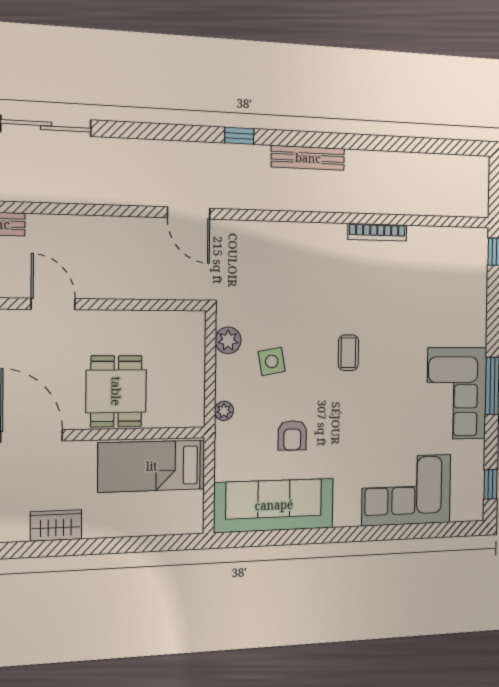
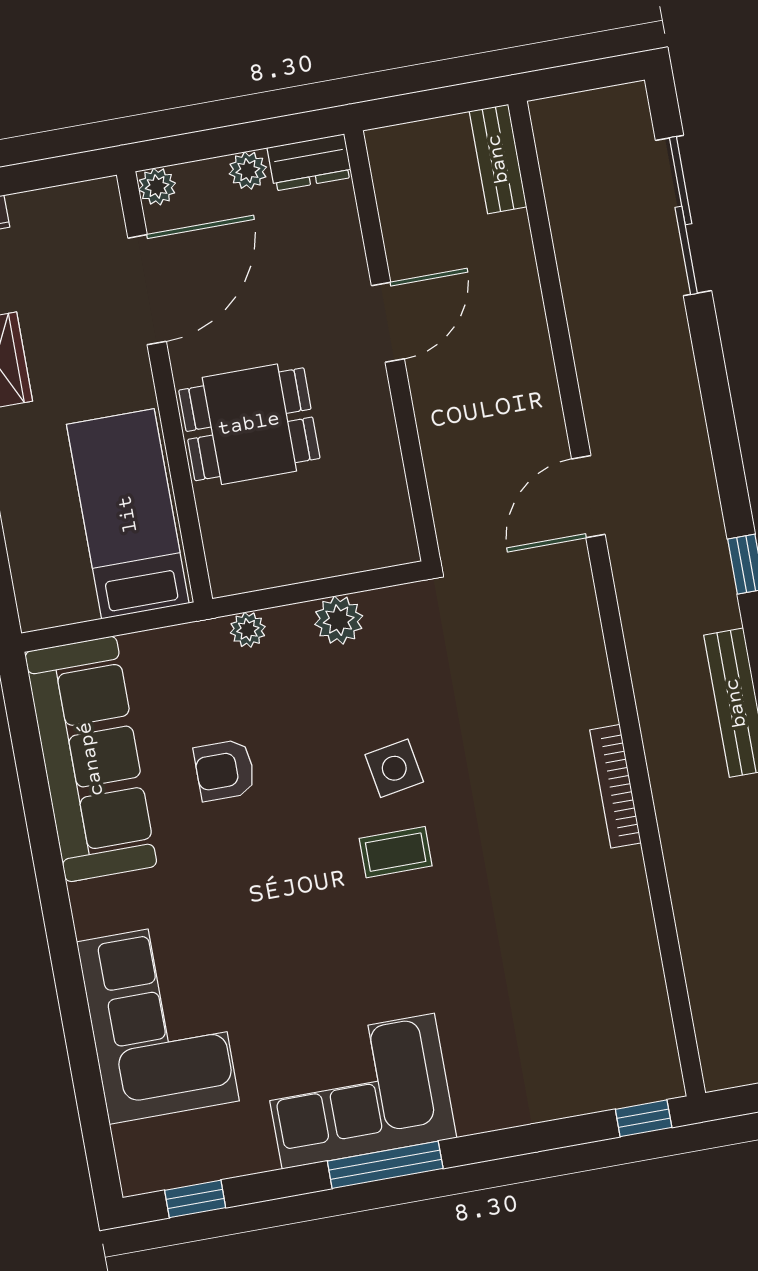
bookcase: (377, 232) -> (615, 786), moved
door: (53, 304) -> (388, 322), moved
plant: (228, 340) -> (339, 620), moved
side table: (272, 361) -> (394, 768), moved

